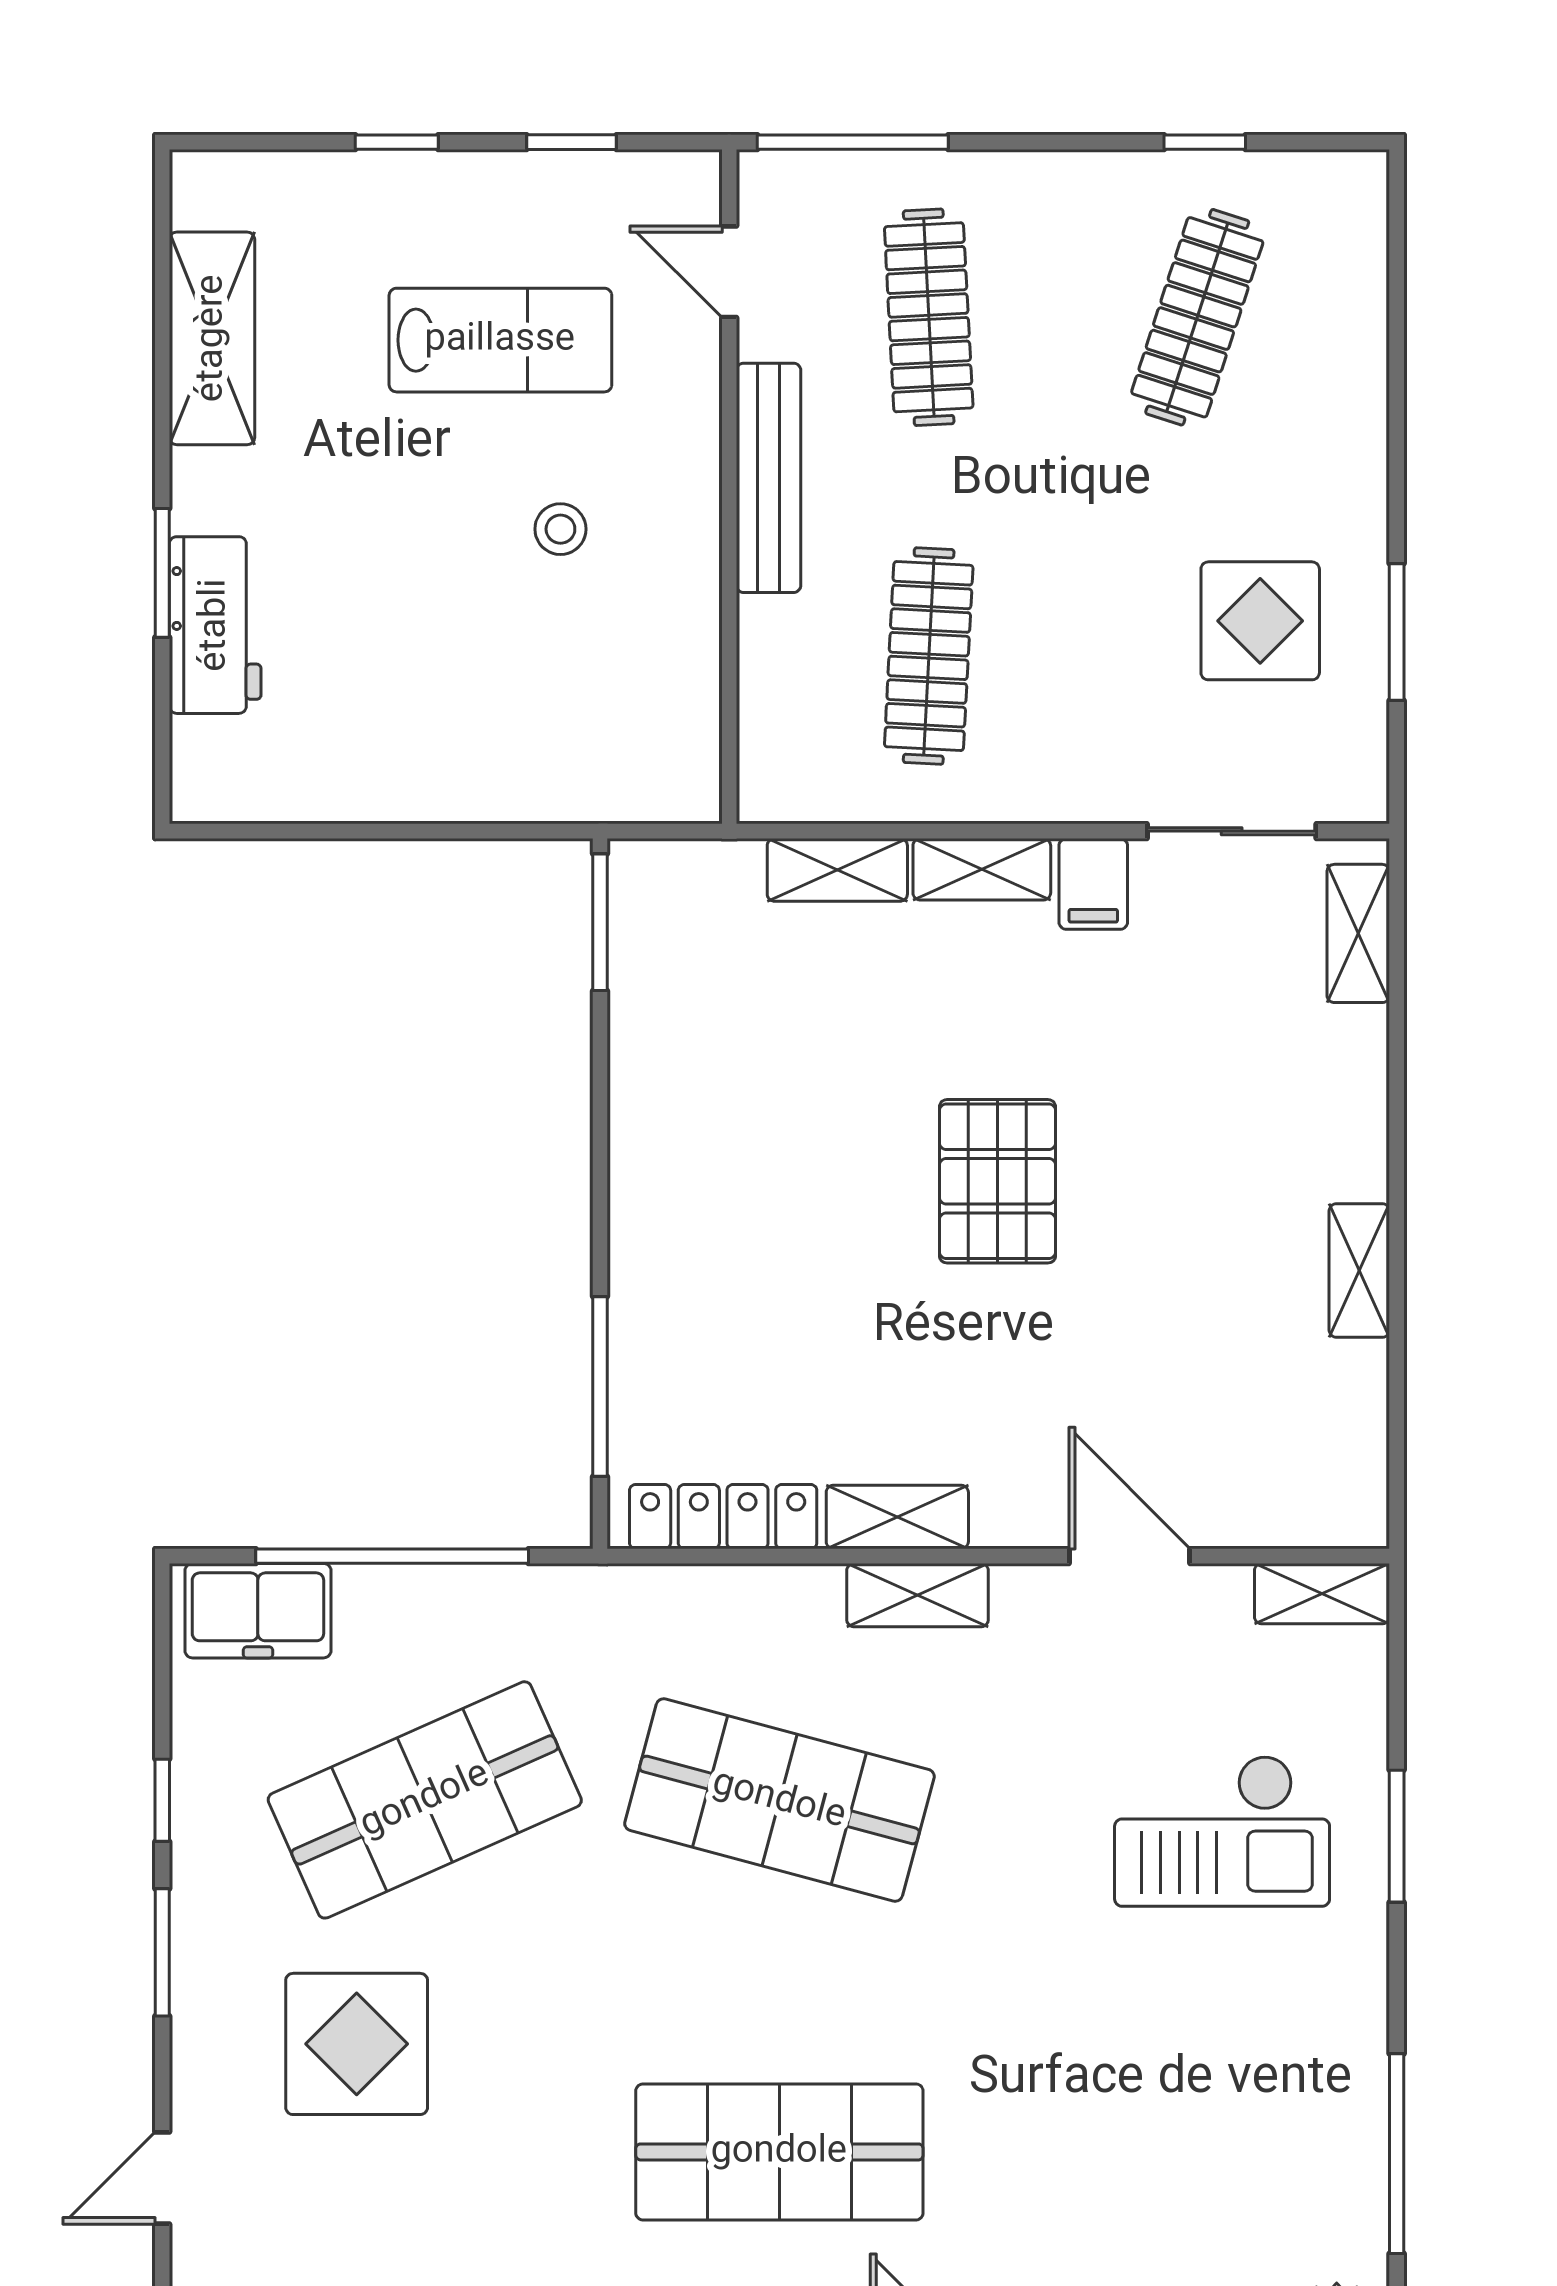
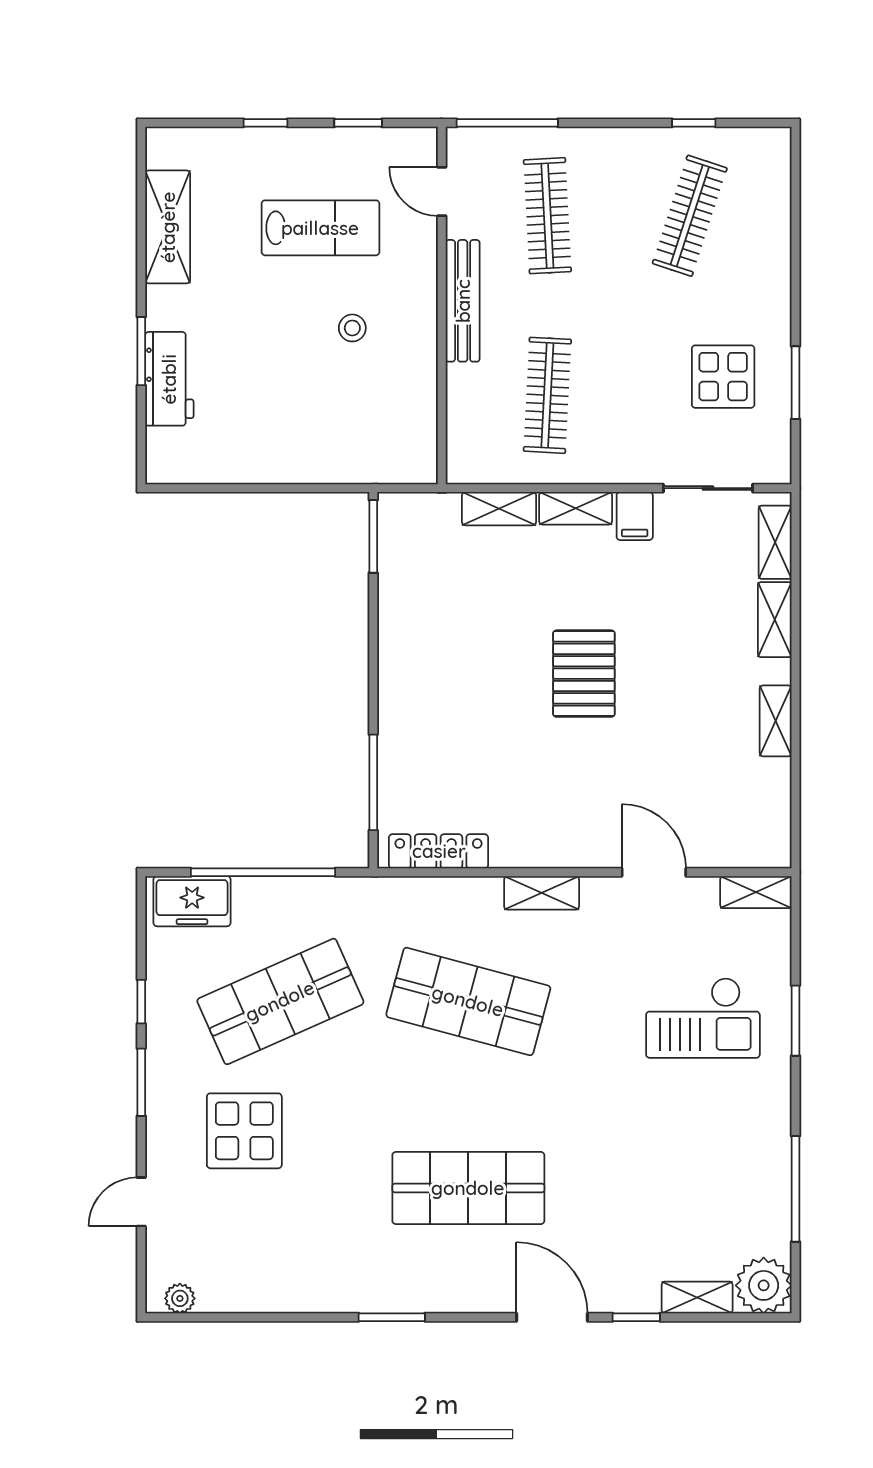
shelving: (897, 1517) -> (775, 620), moved, turned 90

